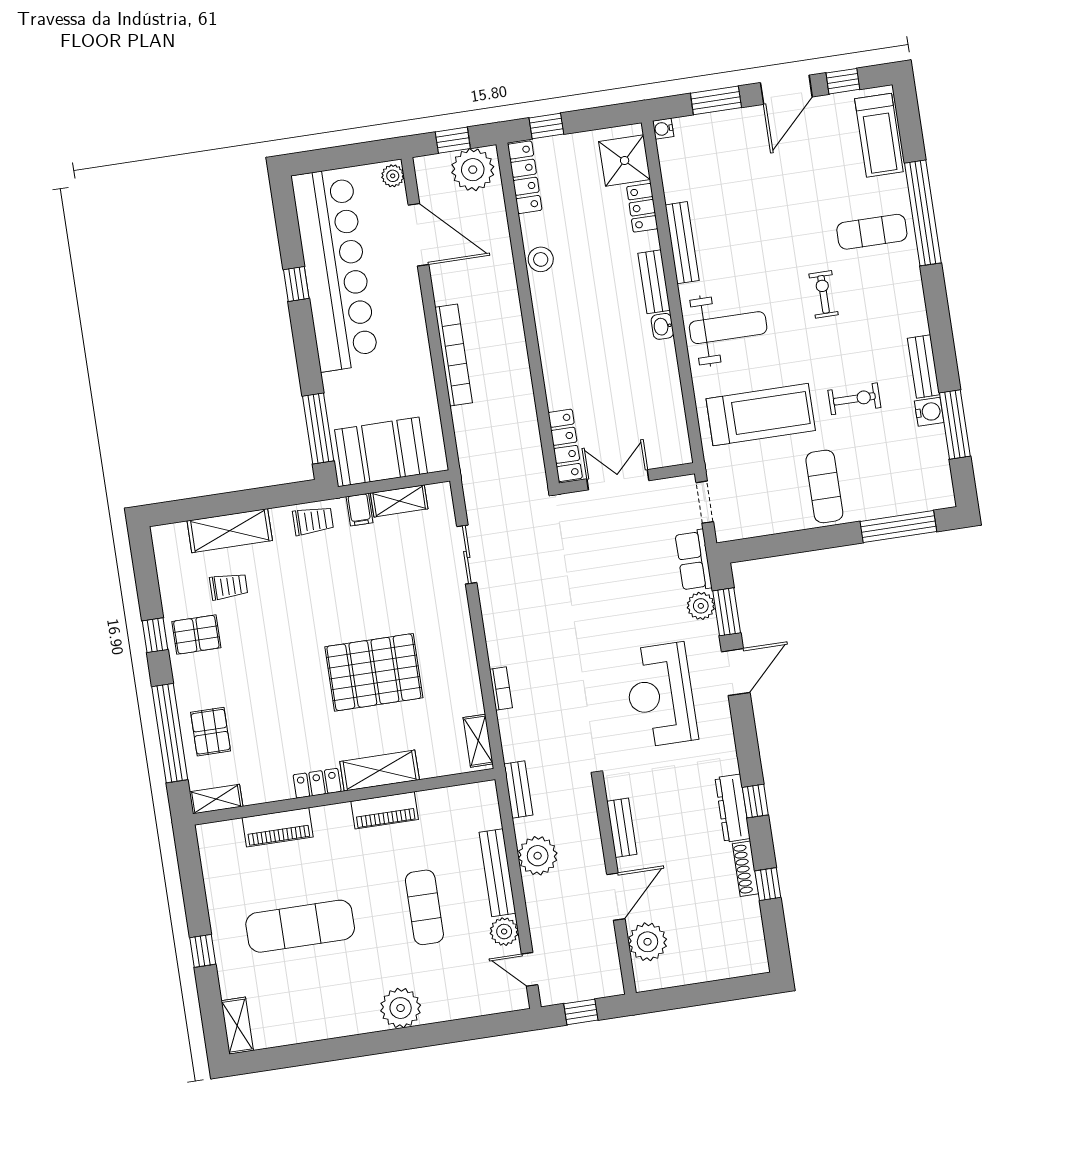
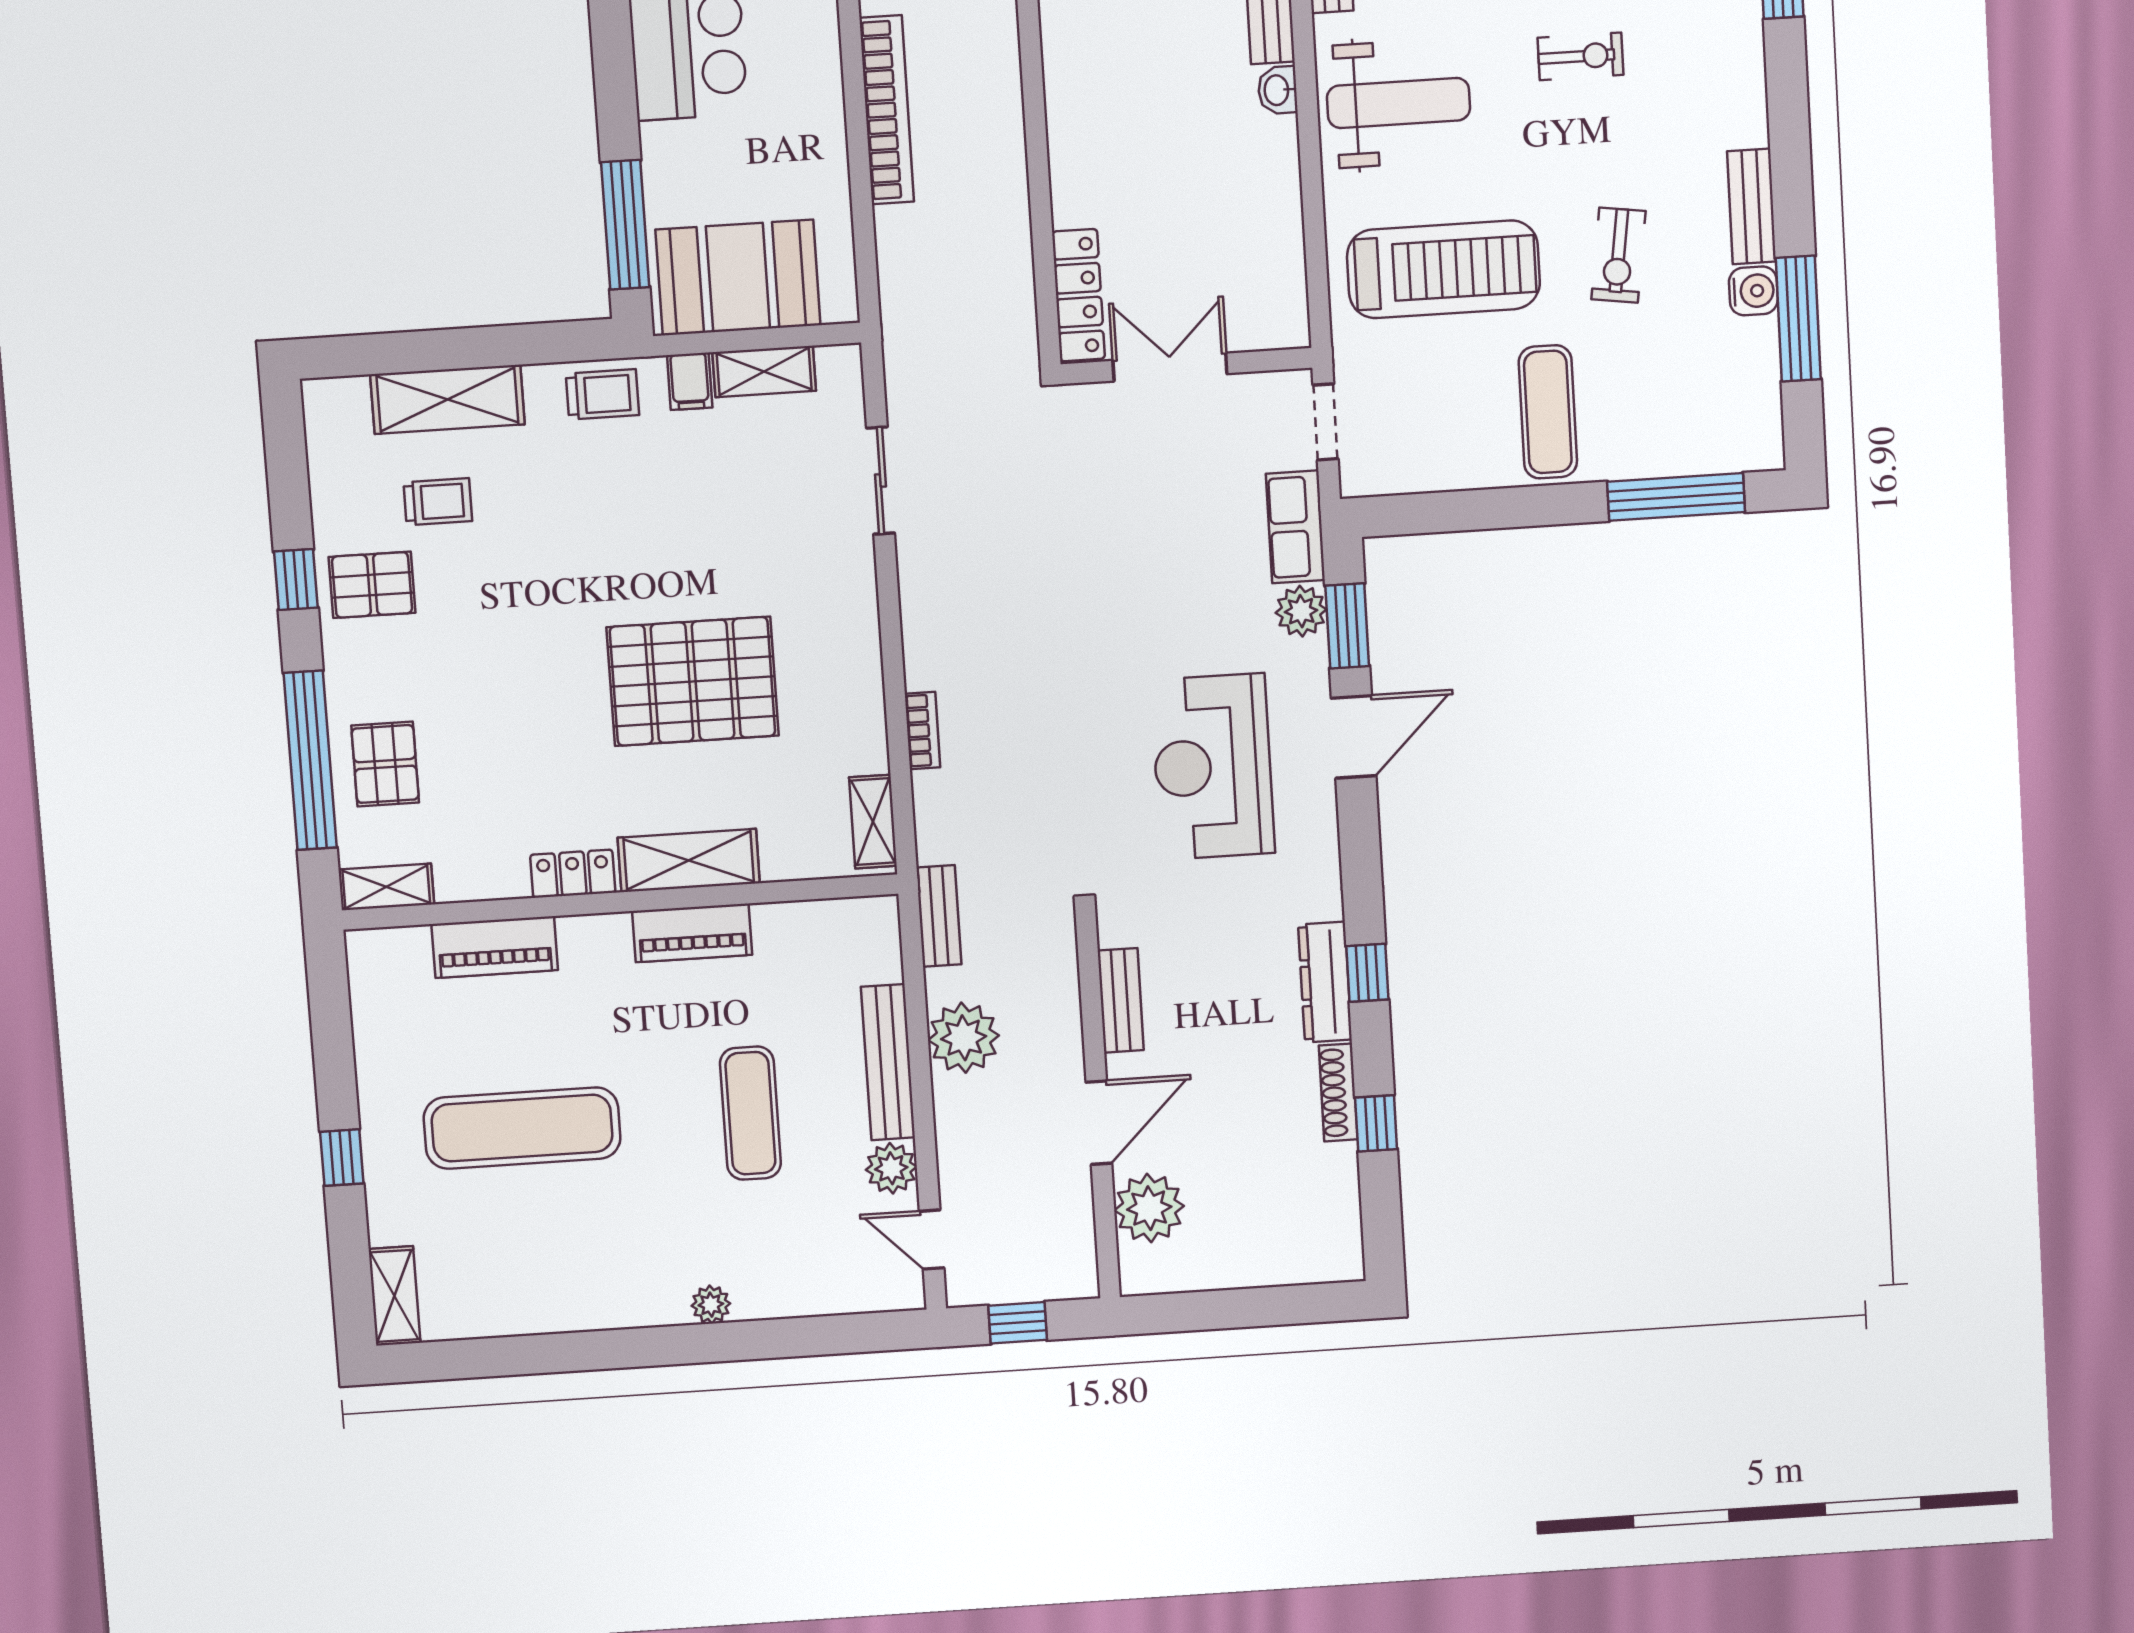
exercise bike: (823, 294) -> (1580, 56), turned 90
exercise bike: (854, 399) -> (1618, 255), turned 98
plant: (401, 1008) -> (711, 1305), width x0.53, depth x0.53

